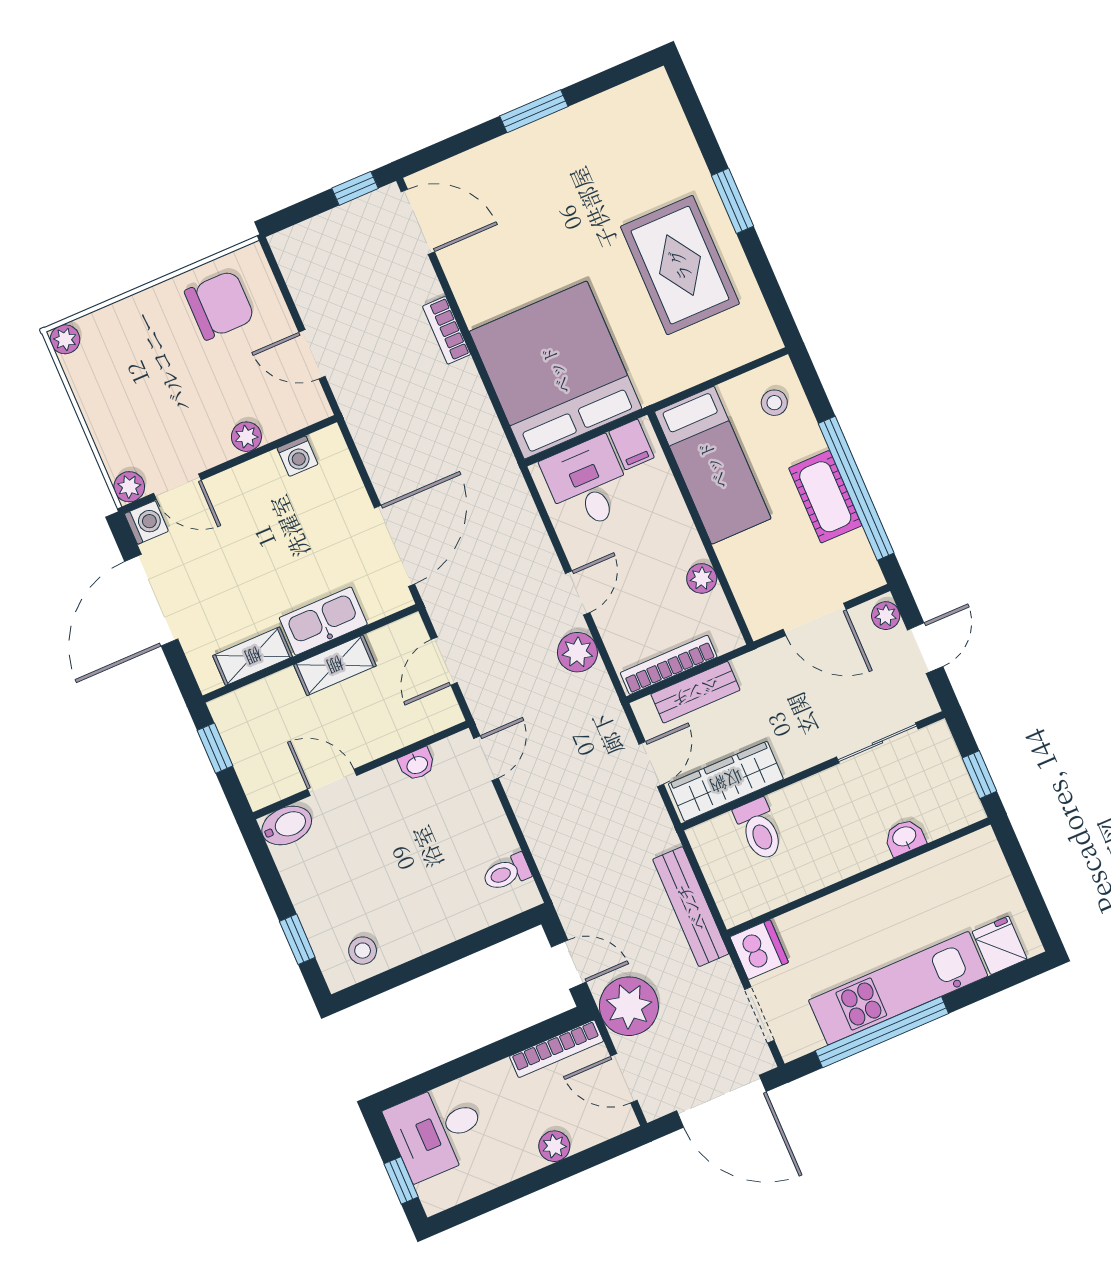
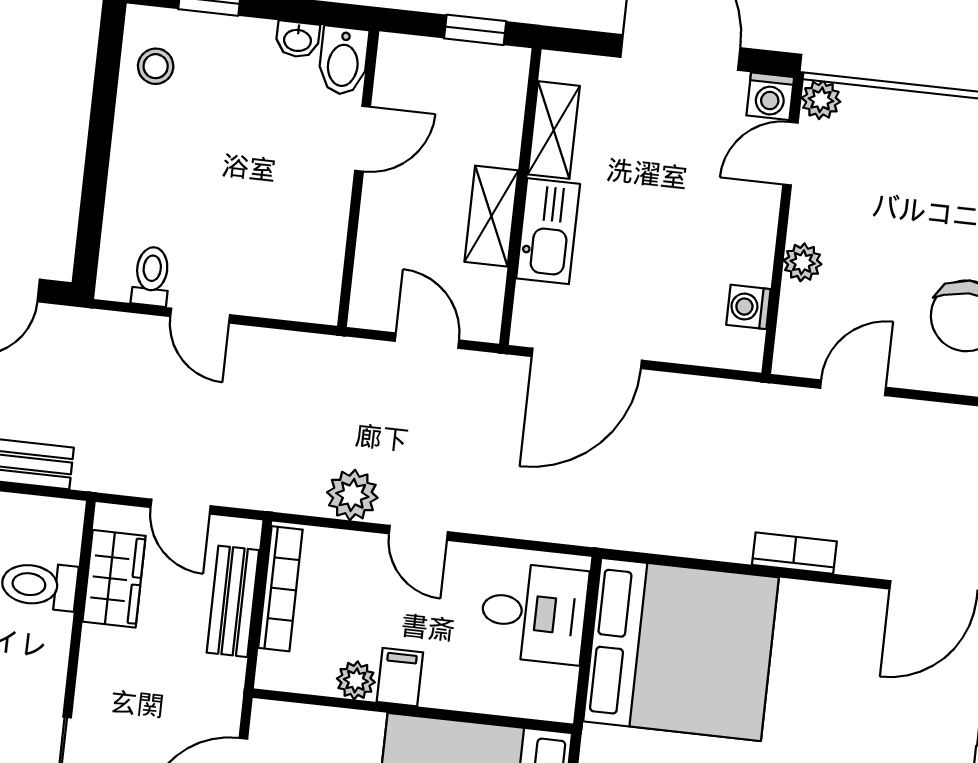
filing cabinet: (631, 444) -> (400, 677), moved, turned 90
door: (395, 546) -> (587, 358), hinge flipped
door: (486, 758) -> (200, 316), moved
washbasin: (417, 764) -> (298, 39), moved, turned -90
wardrobe: (726, 781) -> (114, 579), width x0.67

